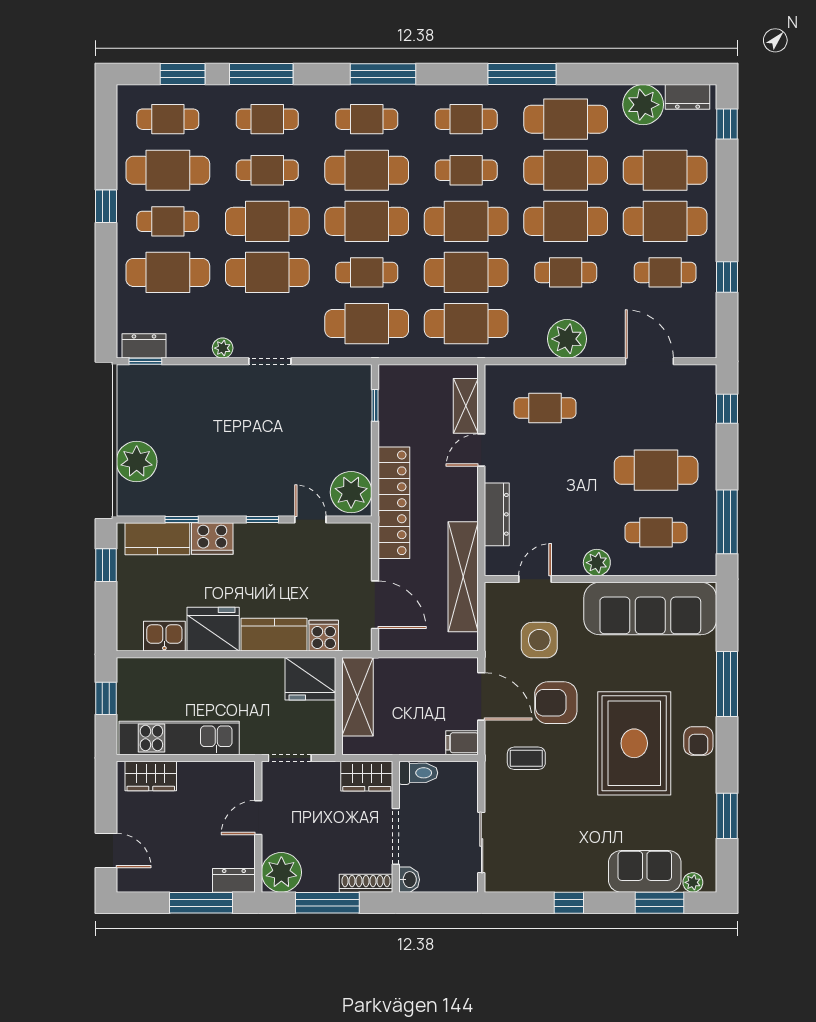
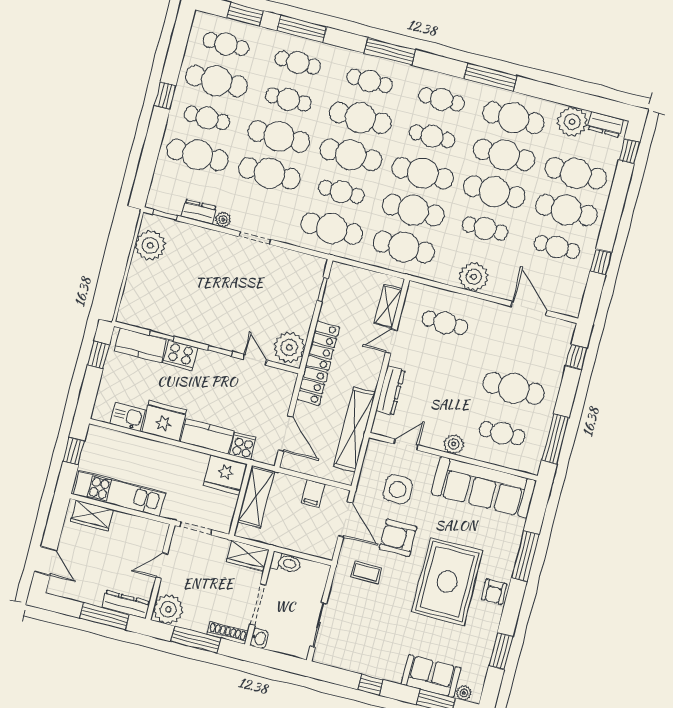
dresser: (144, 346) -> (199, 212), moved
plant: (137, 462) -> (150, 245), moved
filing cabinet: (462, 743) -> (313, 493), moved, turned -90
dresser: (234, 880) -> (126, 605), width x1.44

